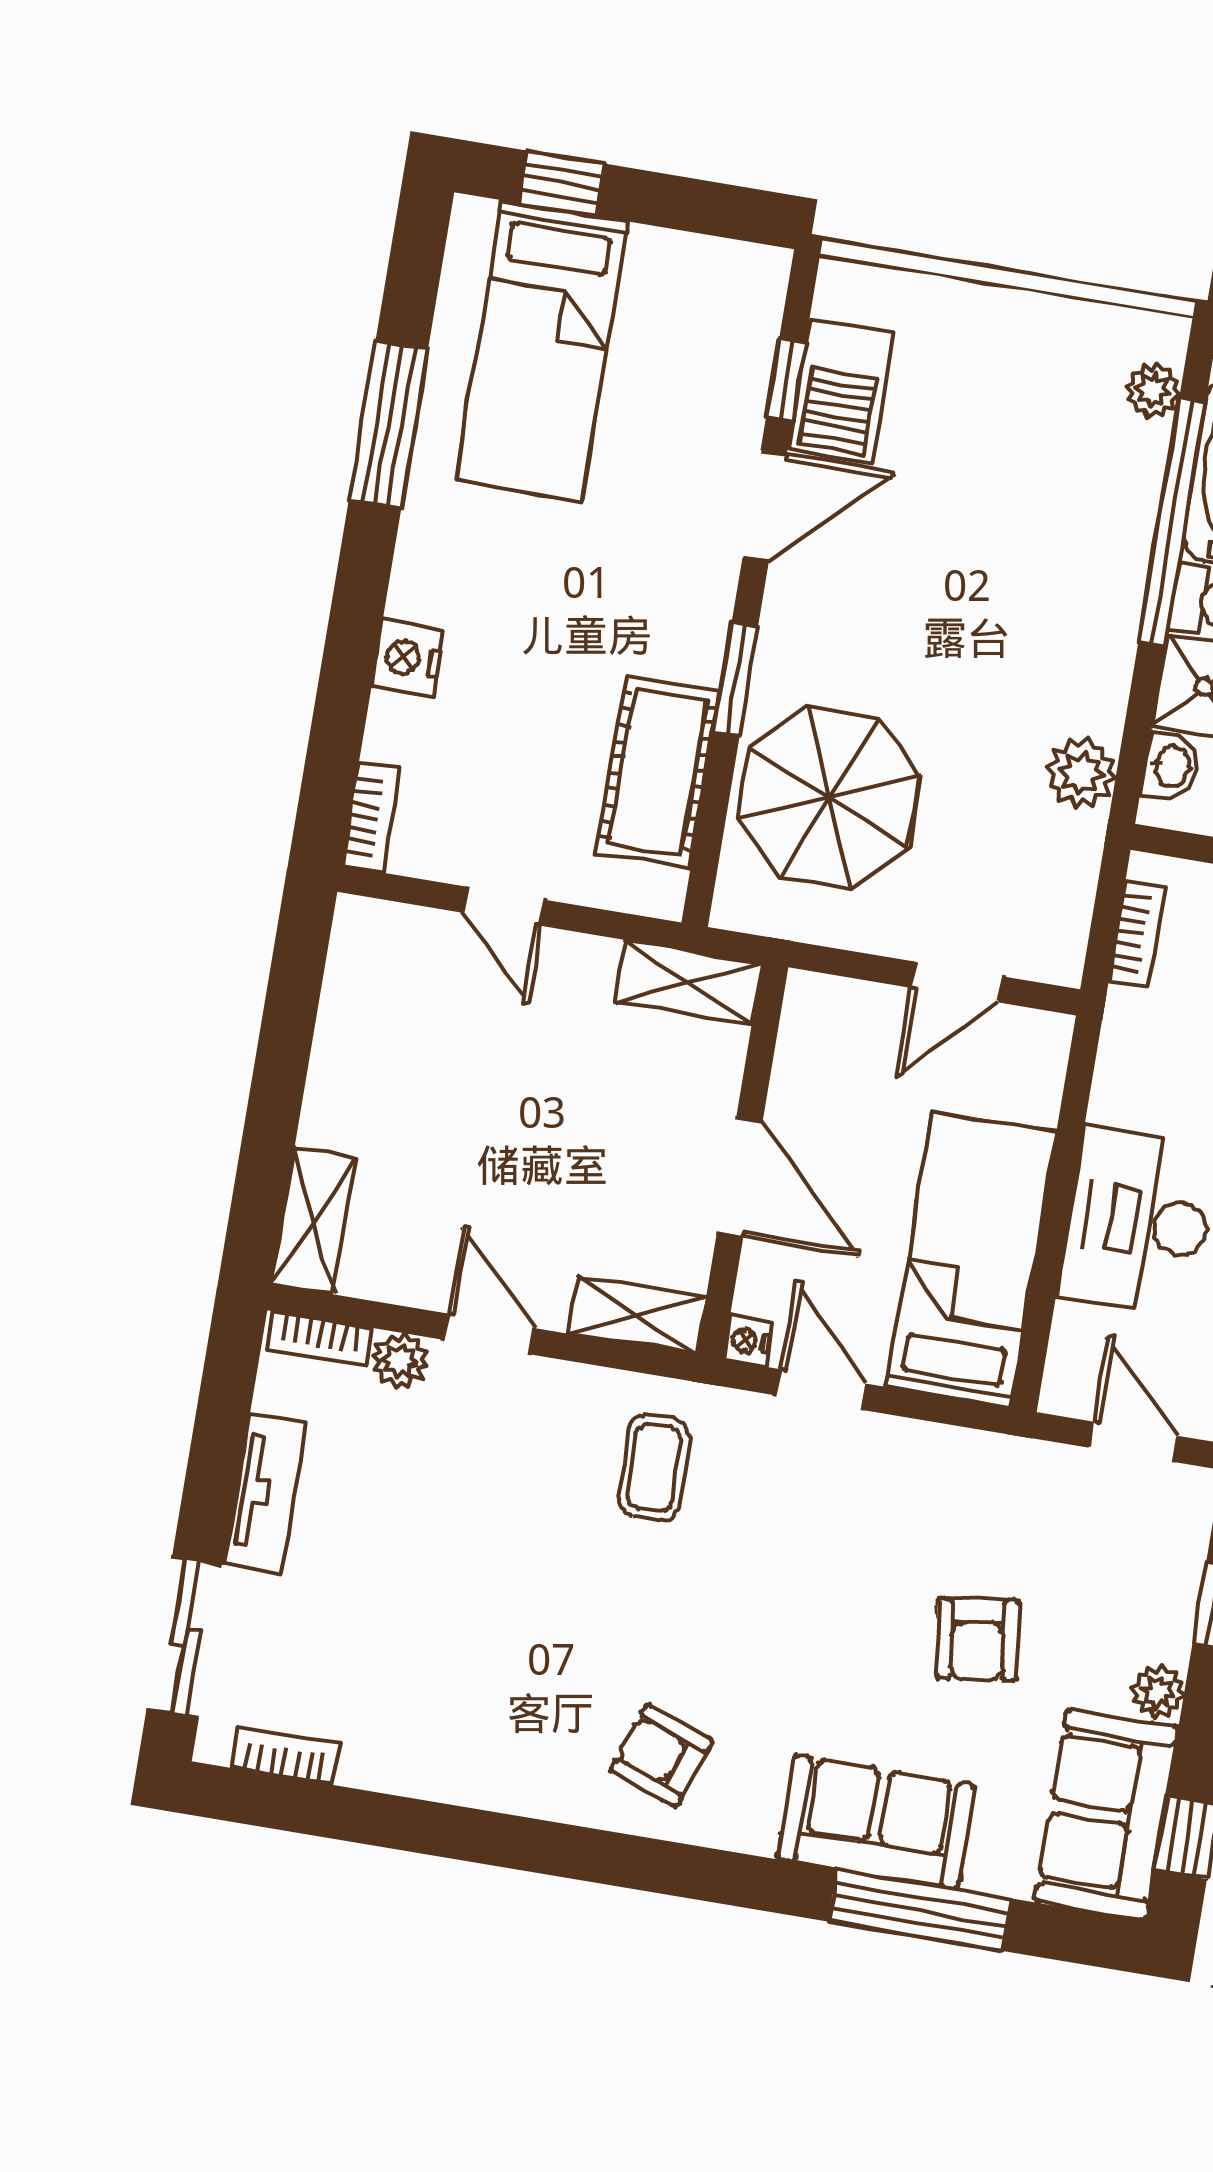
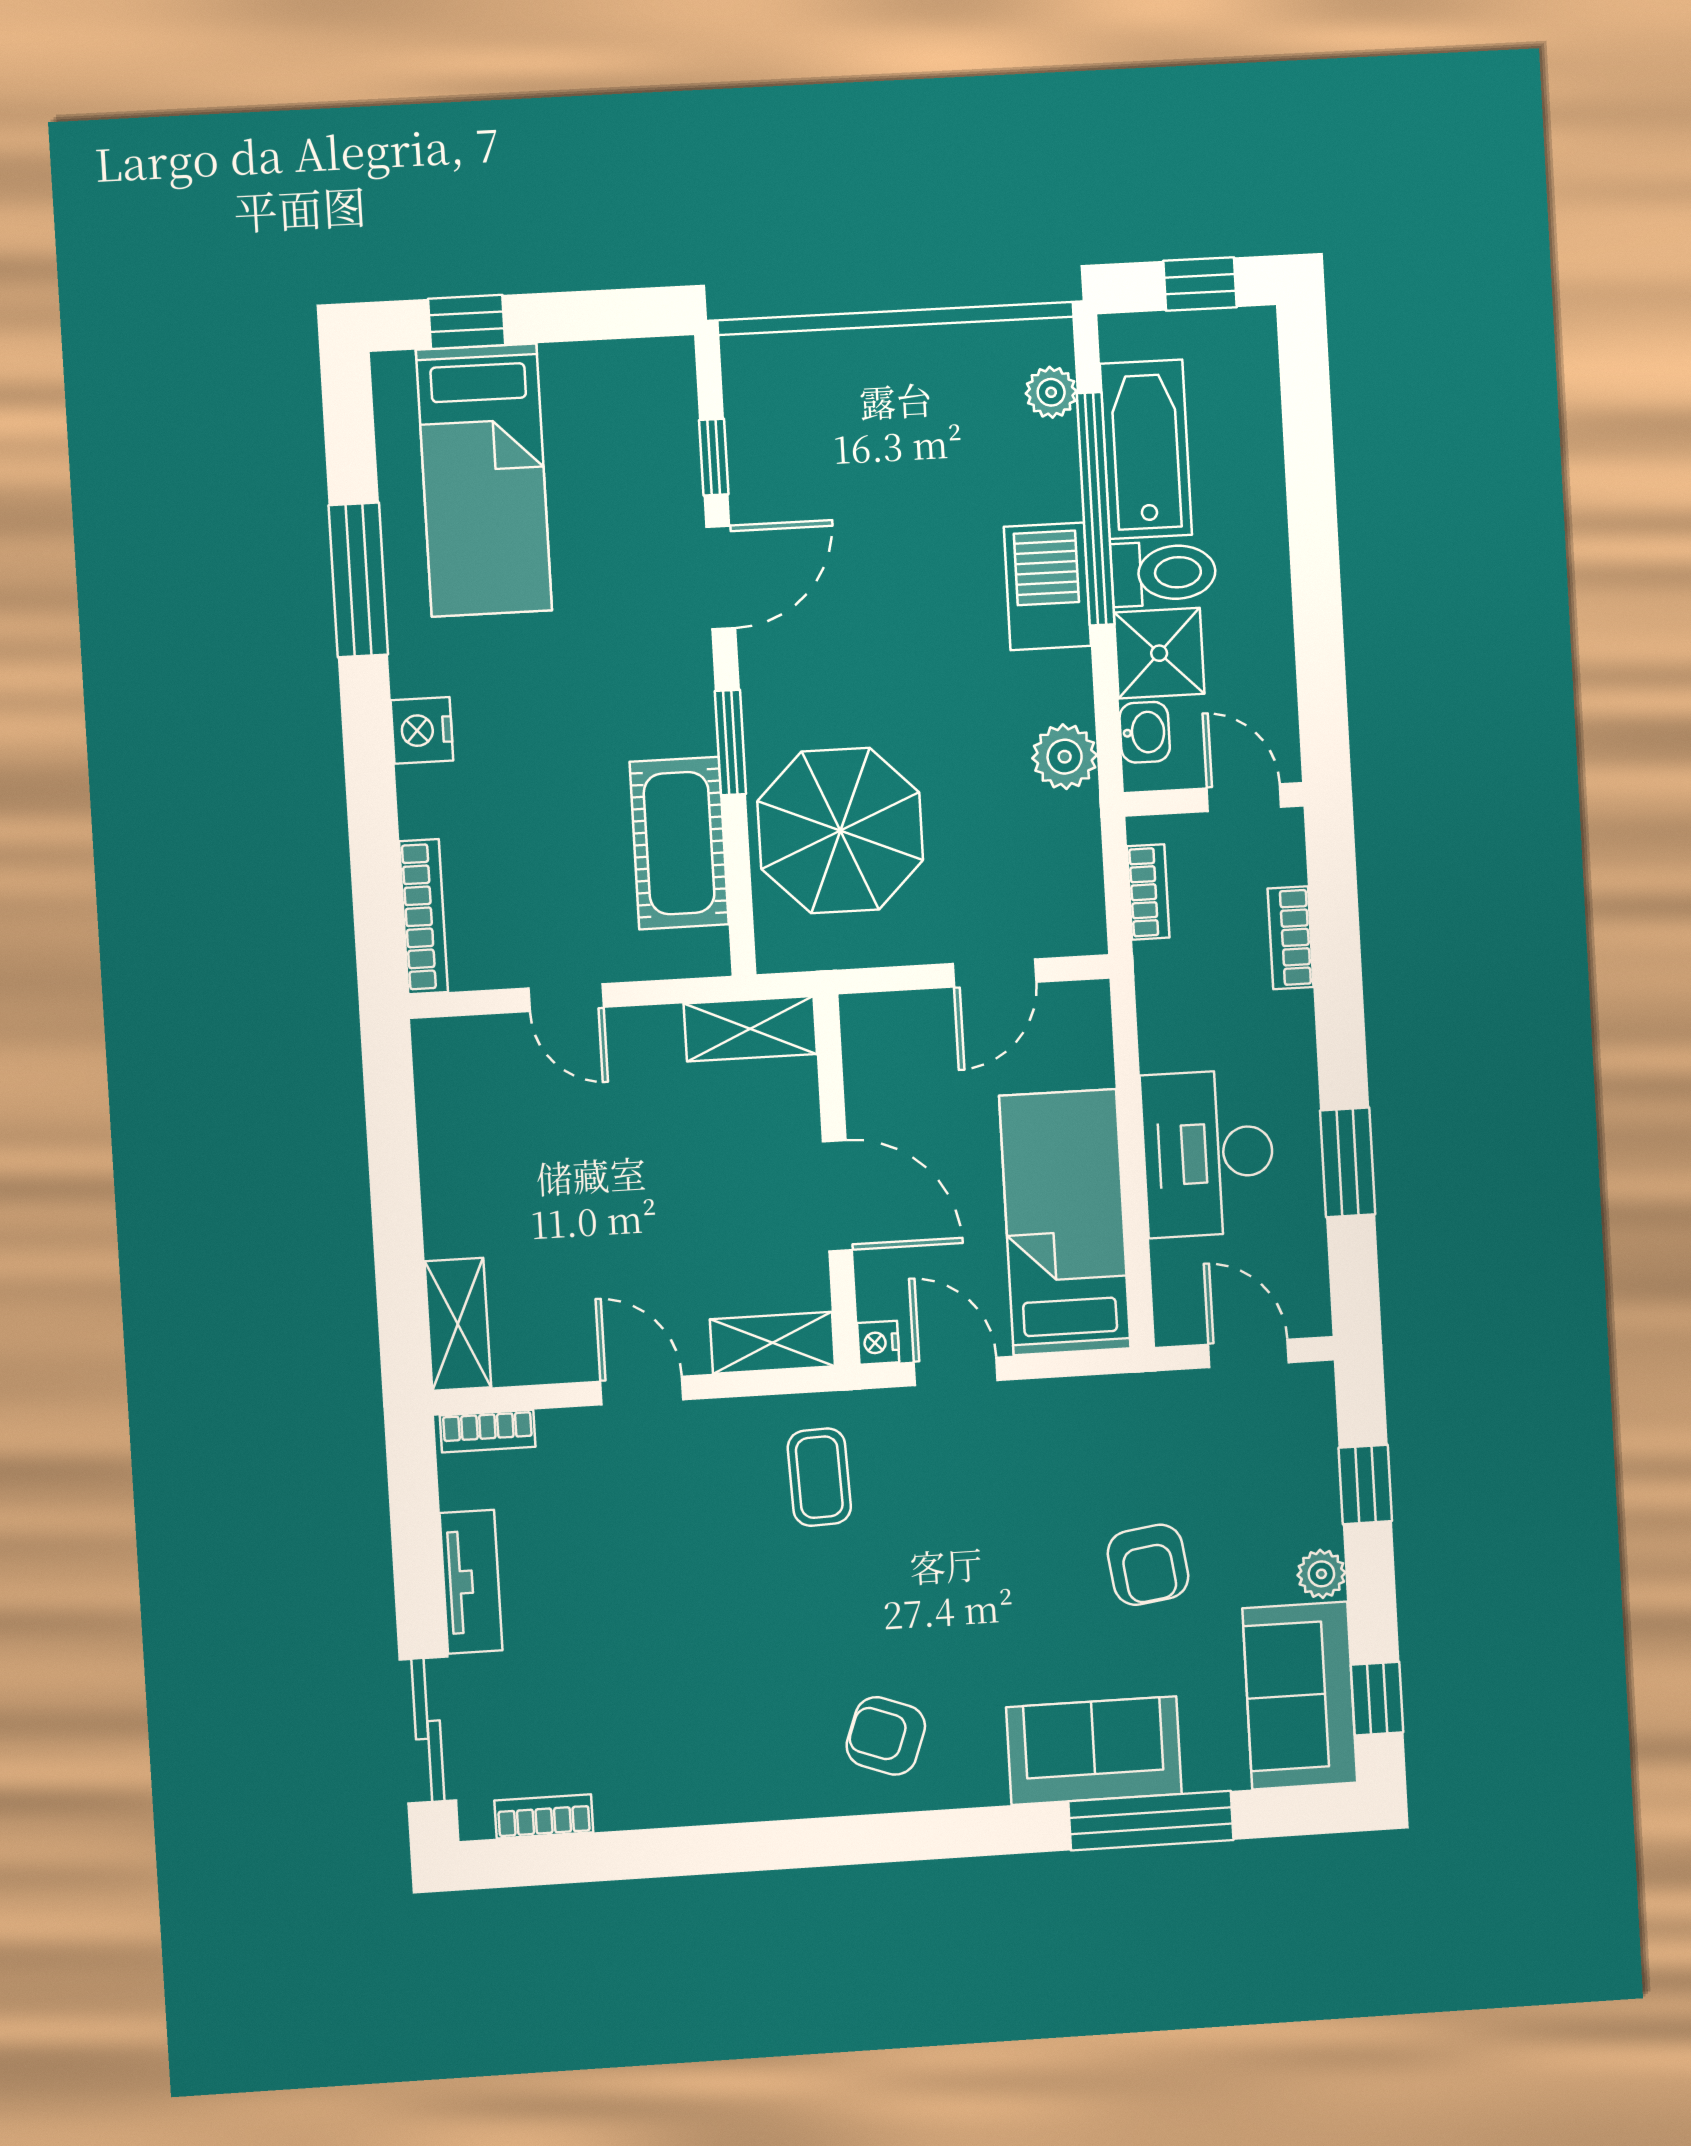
barbecue: (841, 391) -> (1047, 586), moved, turned 180
nightstand: (408, 658) -> (422, 730), moved
bookcase: (371, 818) -> (423, 917), width x1.56
plant: (400, 1360) -> (566, 1433), removed

